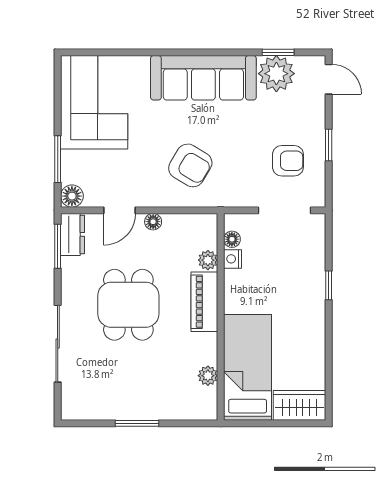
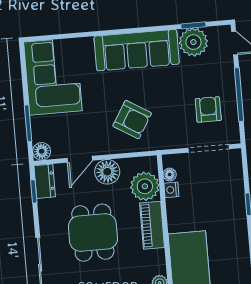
window: (329, 145) -> (239, 95), width x2.17
armchair: (288, 161) -> (208, 109), turned -90
floor lamp: (153, 222) -> (107, 172), width x1.89, depth x1.89
window: (58, 246) -> (34, 191), width x0.67
plant: (208, 260) -> (145, 186), width x1.88, depth x1.88

